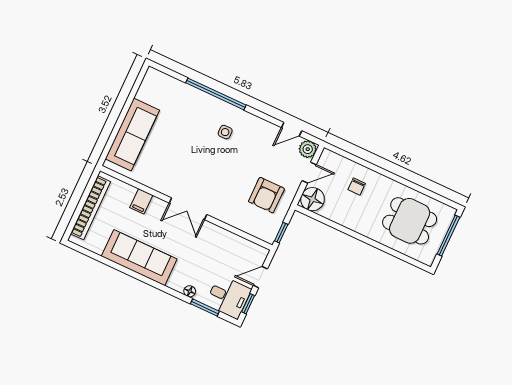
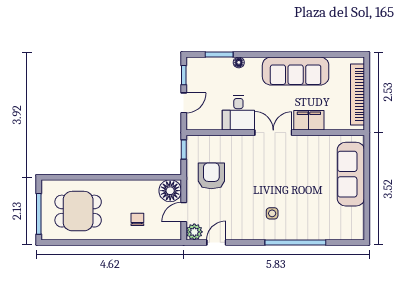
filing cabinet: (141, 201) -> (309, 120), width x2.00
desk: (228, 297) -> (238, 113), moved, turned -90

